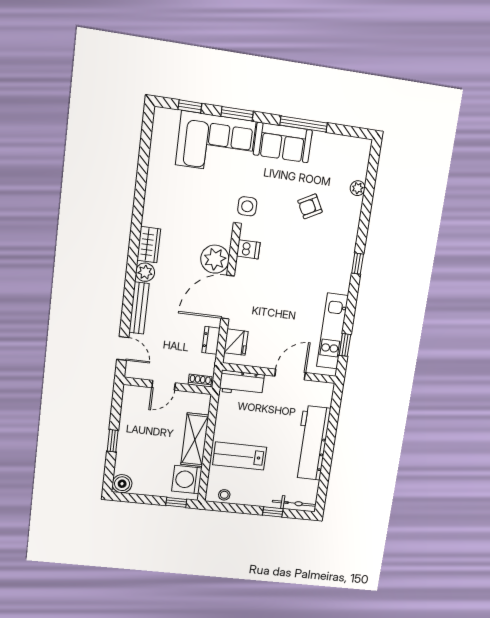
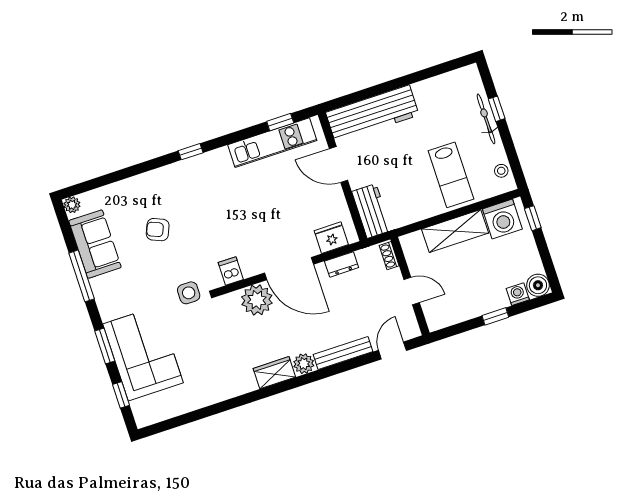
sofa: (283, 142) -> (95, 244), moved
plant: (358, 188) -> (72, 205), moved
armchair: (310, 206) -> (158, 230), turned 141
workbench: (312, 443) -> (372, 114), moved
washing machine: (122, 466) -> (518, 294), added
bicycle: (294, 503) -> (486, 119), moved

